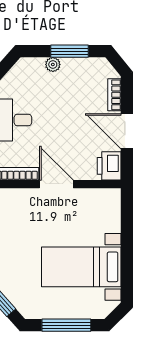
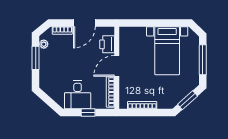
plant: (53, 64) -> (44, 44), moved
printer: (109, 166) -> (107, 44), moved, turned 90

